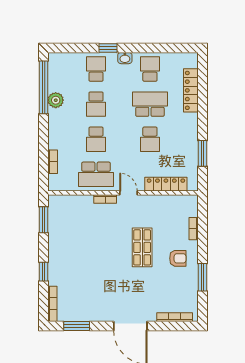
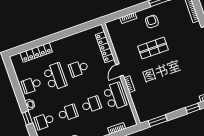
school desk: (150, 104) -> (55, 77), turned 180
school desk: (150, 139) -> (79, 68), turned 180
window: (202, 153) -> (76, 30), removed

